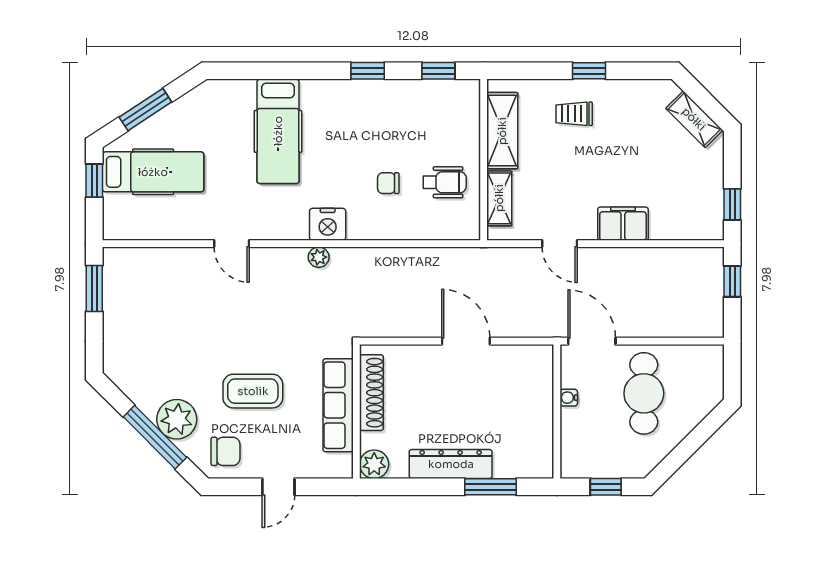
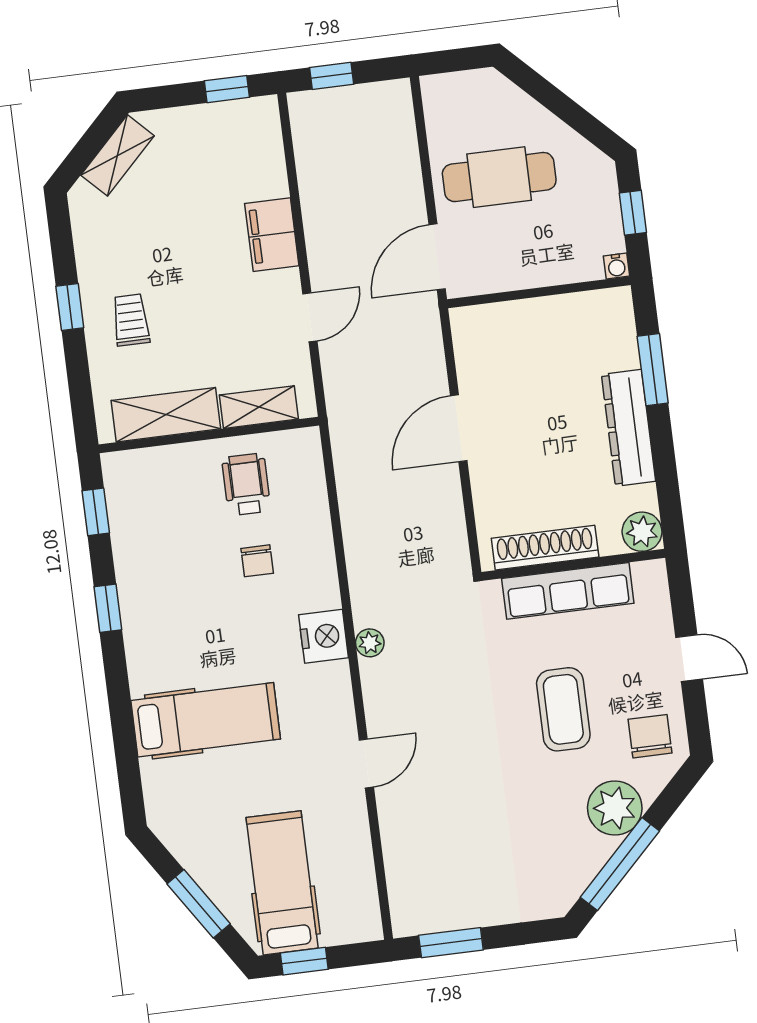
trolley: (574, 114) -> (131, 320), turned 180
water cooler: (569, 398) -> (617, 266), moved
window: (155, 437) -> (620, 864), moved

